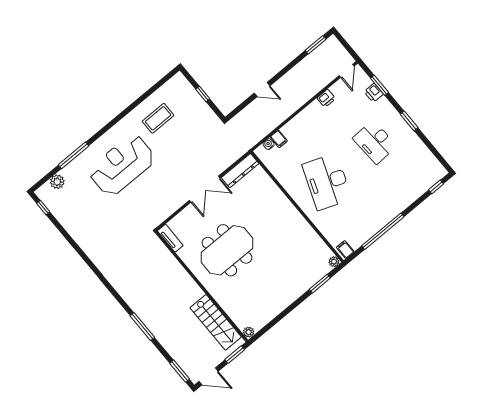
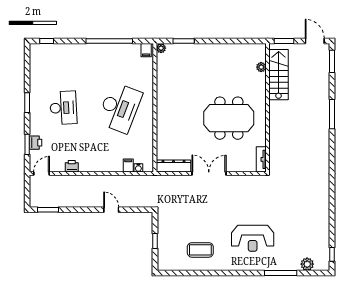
reception desk: (122, 165) -> (253, 238), width x0.74, depth x0.77
plant: (249, 332) -> (261, 67), moved

